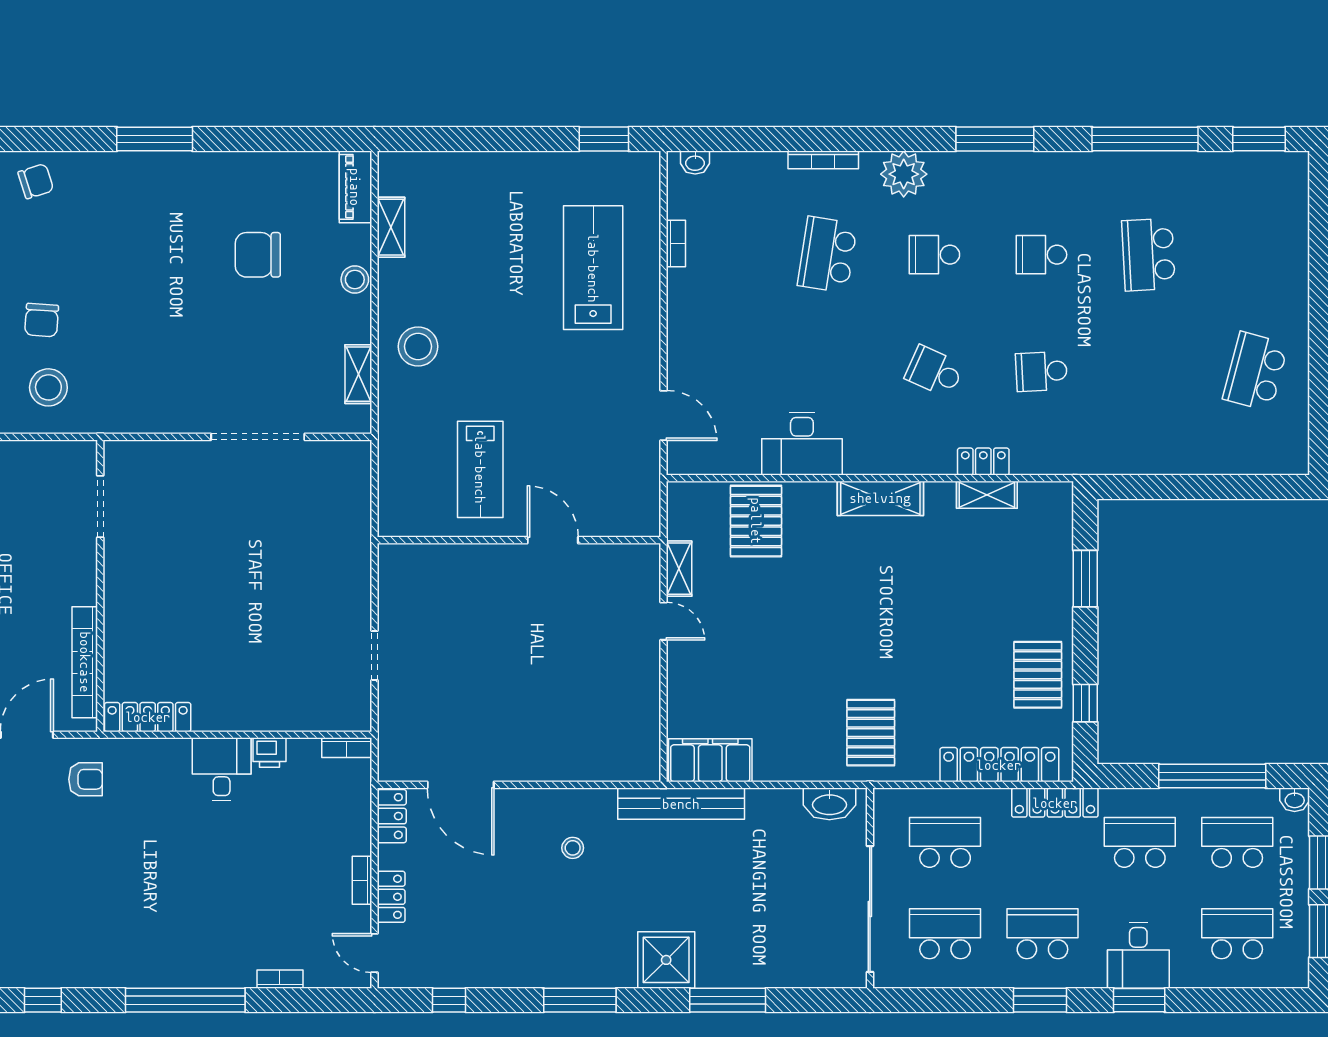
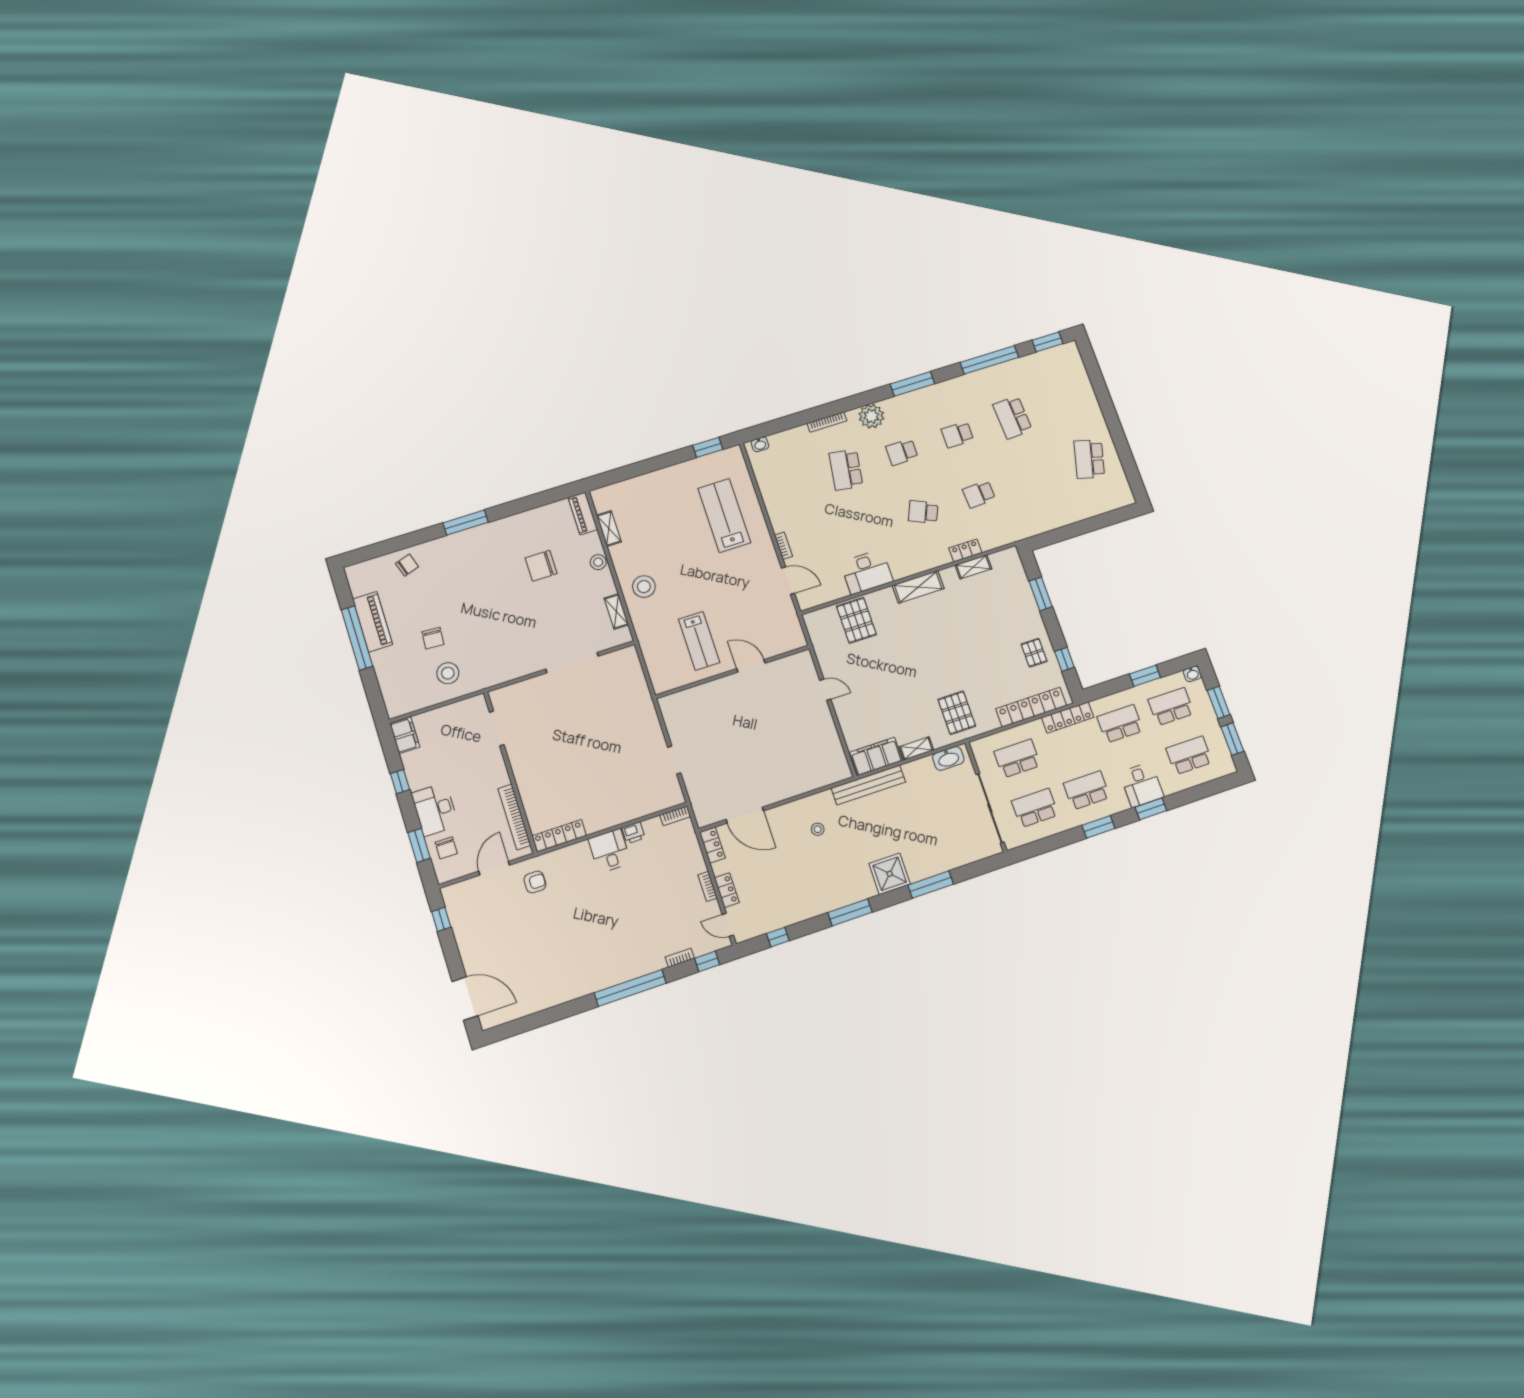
bookcase: (676, 243) -> (783, 546), moved
shelving: (679, 569) -> (916, 748), moved, turned 90
pallet: (1038, 675) -> (1034, 653), width x0.67, depth x0.71
window: (1212, 776) -> (1145, 676), width x0.47
window: (43, 1000) -> (707, 961), moved

